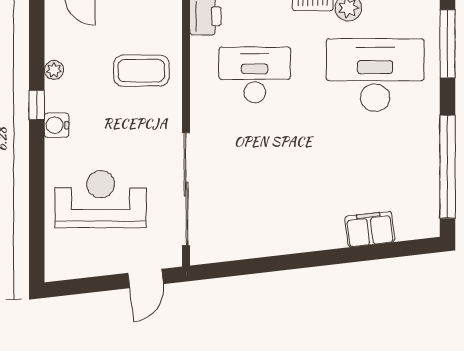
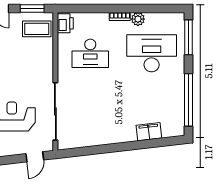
coffee table: (141, 71) -> (37, 29), moved
desk: (255, 75) -> (90, 53), turned 180

